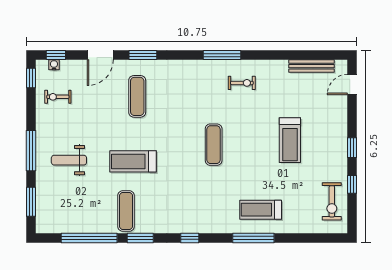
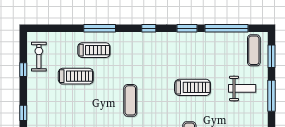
treadmill: (290, 140) -> (76, 76), moved, turned 90
window: (352, 148) -> (23, 113), moved
exercise mat: (126, 211) -> (254, 50), moved

